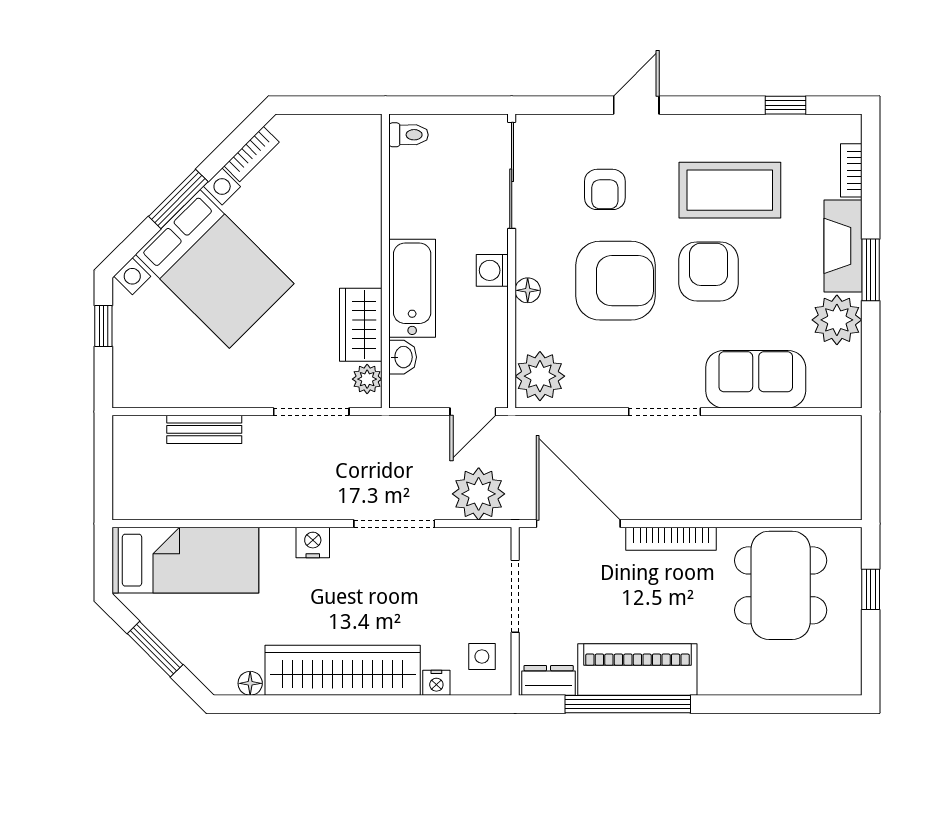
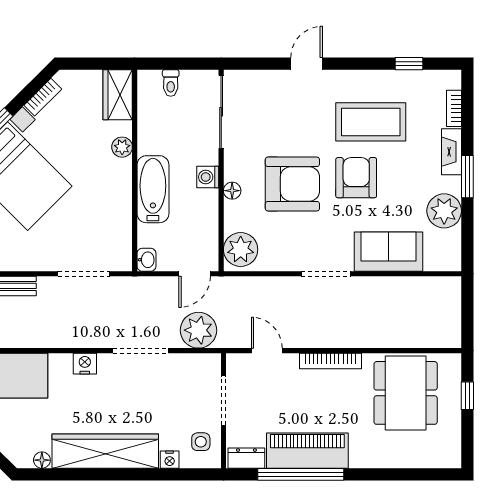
toilet: (409, 135) -> (171, 83), moved, turned 90
armchair: (605, 189) -> (285, 121), removed
fireplace: (843, 246) -> (451, 152), width x0.73, depth x0.76
wardrobe: (361, 325) -> (118, 95), moved
washbasin: (403, 357) -> (146, 260), moved
plant: (367, 379) -> (122, 147), moved
door: (578, 524) -> (267, 351), width x0.53

